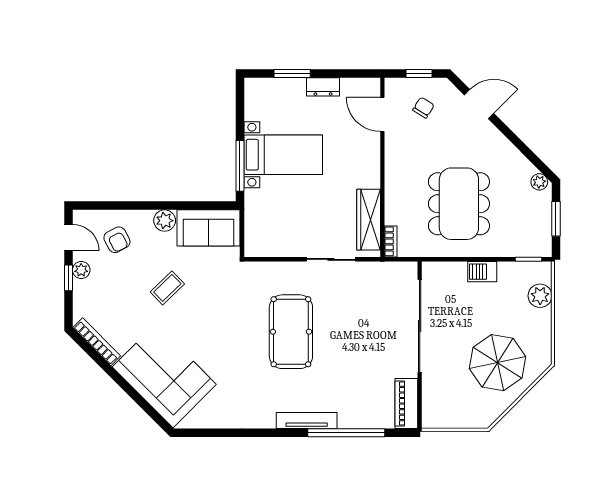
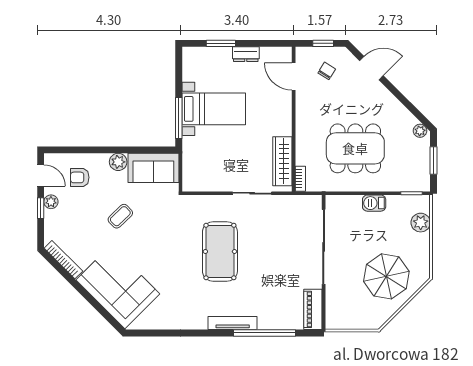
dining table: (459, 204) -> (355, 148), turned 90
armchair: (117, 240) -> (80, 177), turned 118

